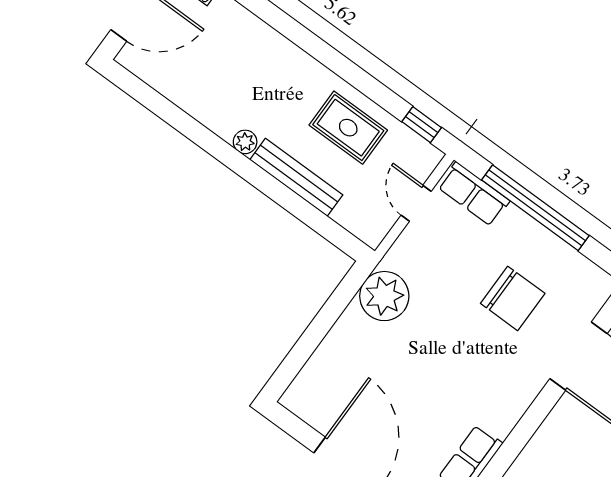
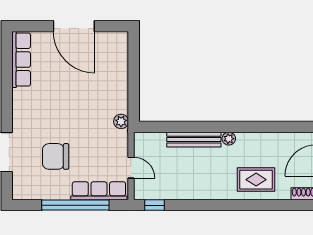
rug: (348, 128) -> (256, 180), moved
row of seats: (474, 194) -> (99, 191), width x1.48
plant: (384, 296) -> (121, 121), width x0.53, depth x0.53

